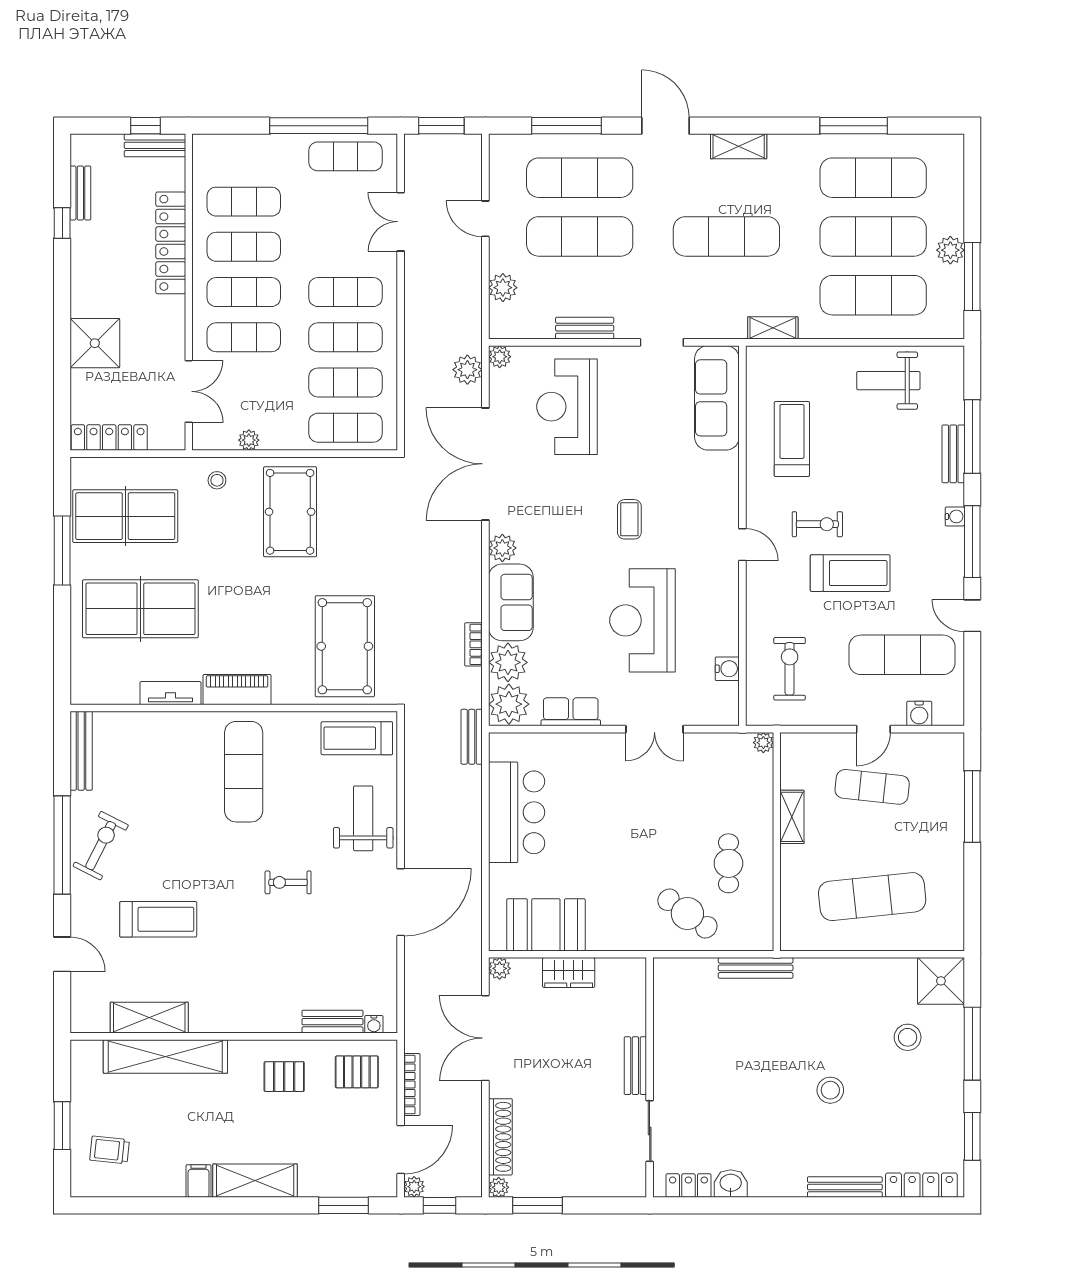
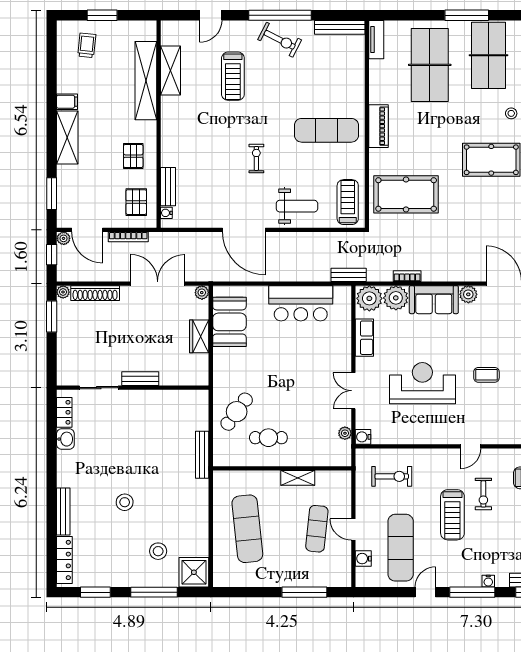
water cooler: (727, 669) -> (363, 437), moved, turned 90
tv unit: (170, 693) -> (376, 40), moved
plant: (763, 743) -> (345, 433), moved

